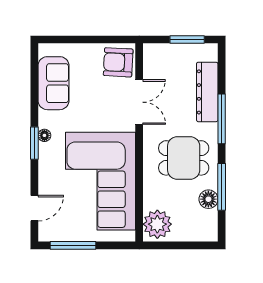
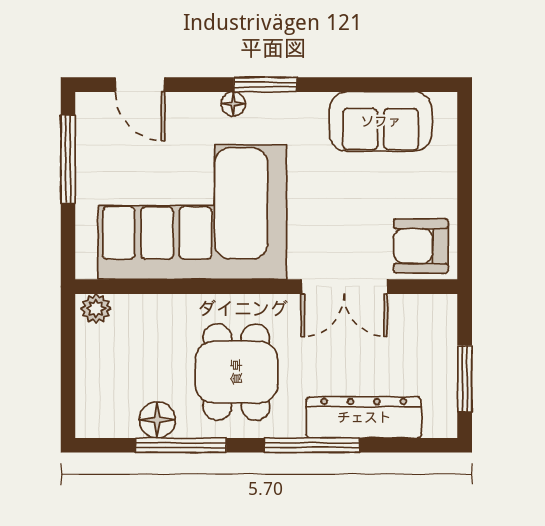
armchair: (118, 62) -> (421, 246), turned -93
floor lamp: (44, 135) -> (233, 104), moved
plant: (157, 224) -> (96, 309), width x0.53, depth x0.53

